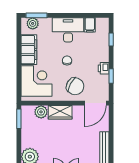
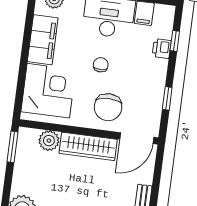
printer: (104, 68) -> (162, 49), moved
chair: (75, 86) -> (108, 107), turned 61
wardrobe: (60, 112) -> (88, 146), width x1.50

